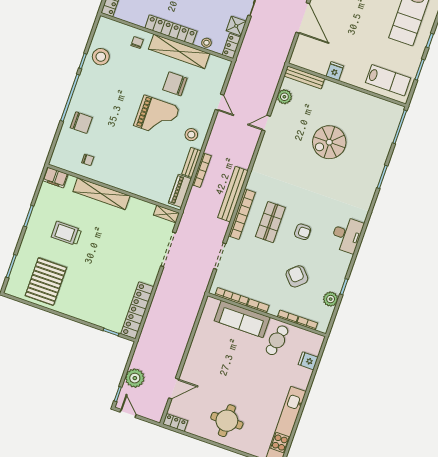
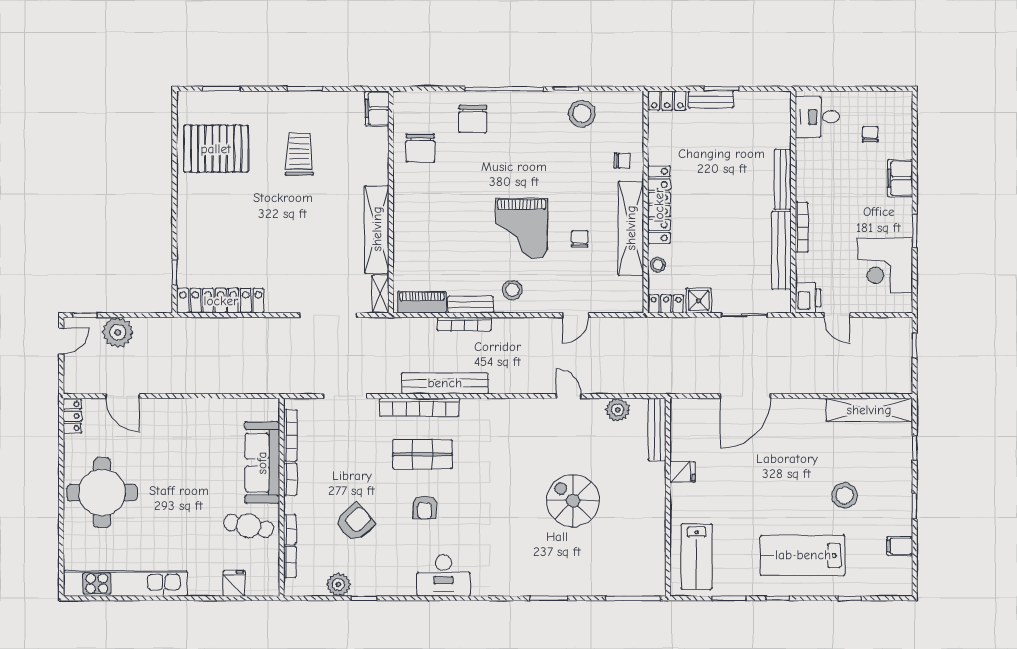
chair: (175, 84) -> (580, 239), width x0.54, depth x0.54
chair: (88, 160) -> (420, 148), width x1.87, depth x1.87
shelving: (101, 194) -> (377, 229), moved
round table: (227, 421) -> (102, 493), width x1.36, depth x1.36

